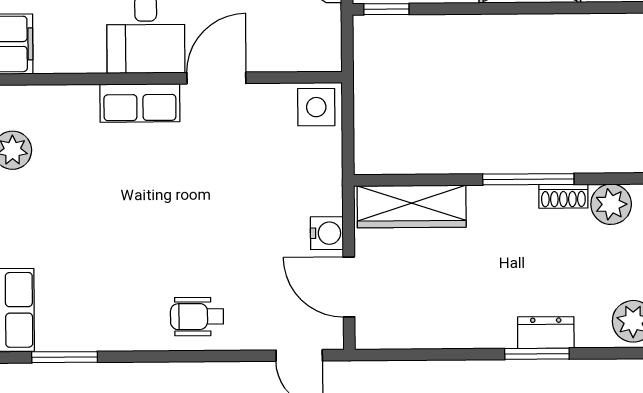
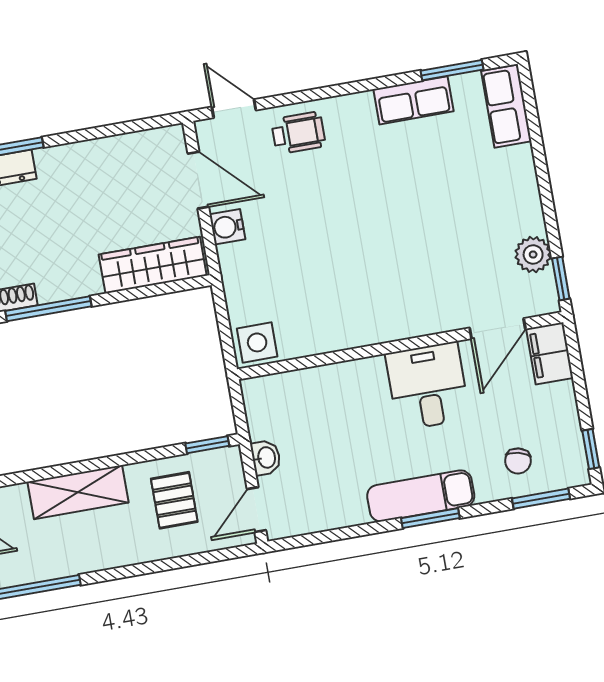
door: (216, 78) -> (498, 329), moved
row of seats: (140, 103) -> (413, 100), moved, turned 180
wheelchair: (197, 317) -> (298, 133), moved

